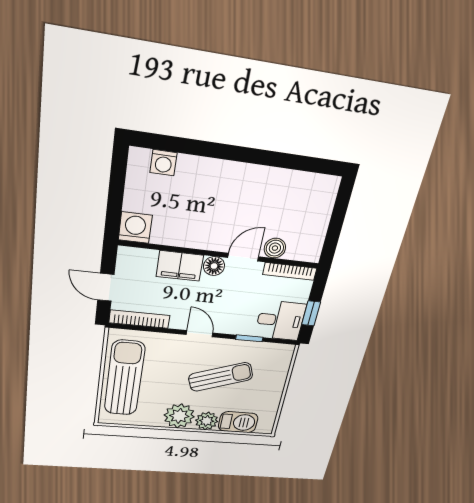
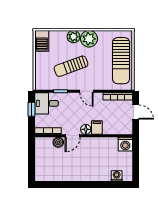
filing cabinet: (180, 266) -> (97, 127), width x0.50
barbecue: (238, 422) -> (42, 41), moved, turned -90

